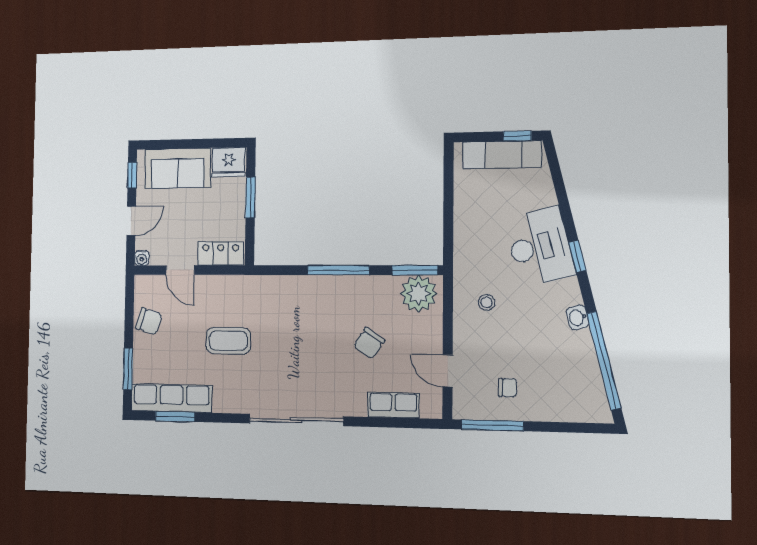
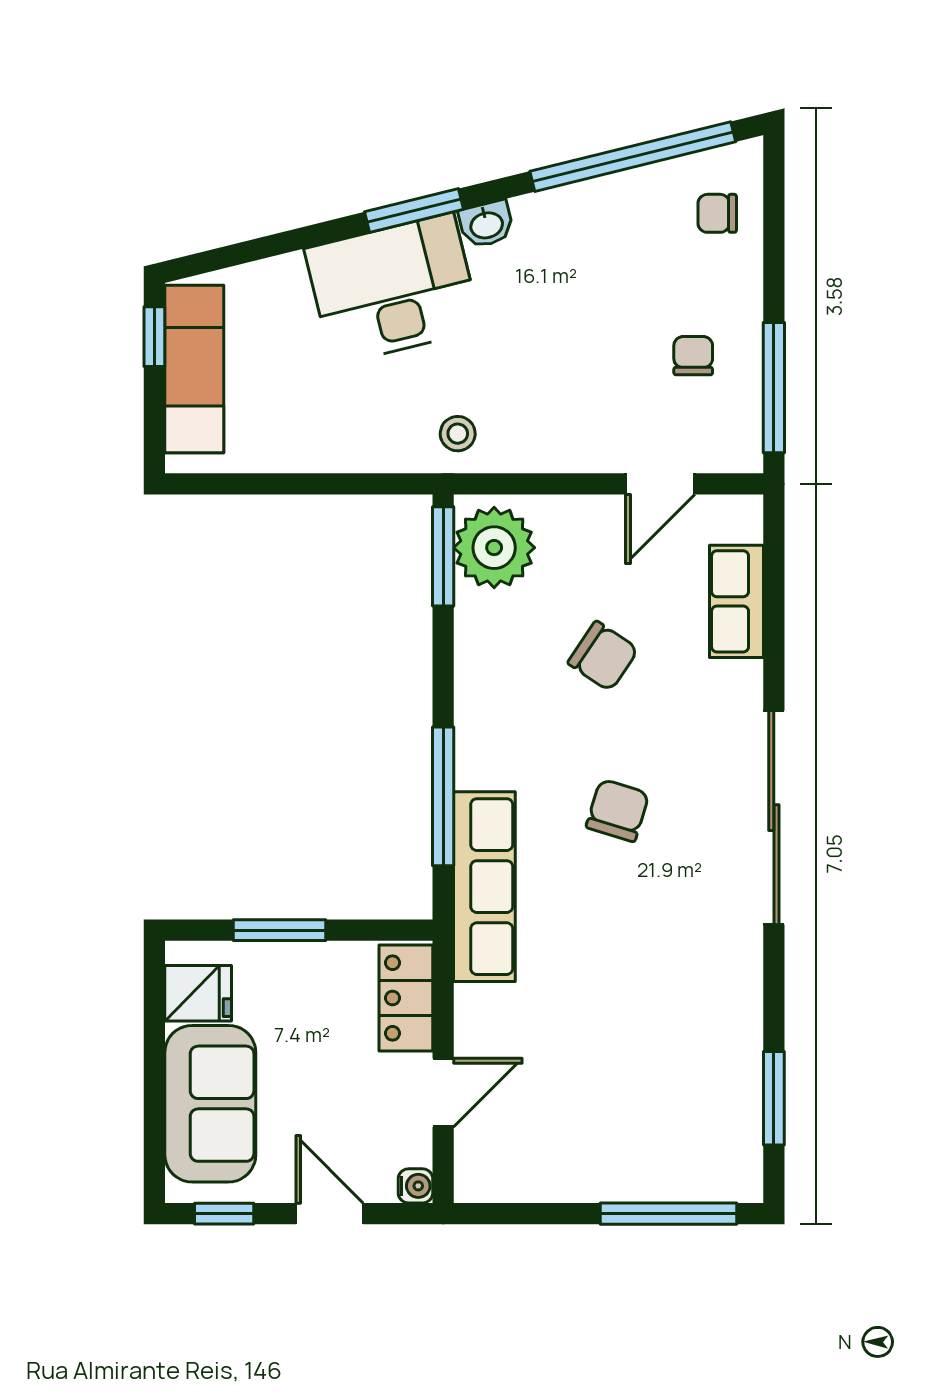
fridge: (229, 162) -> (198, 993), width x0.72
window: (577, 256) -> (414, 211), width x1.50
window: (338, 270) -> (443, 796), moved
stool: (486, 302) -> (458, 434), moved
washbasin: (578, 317) -> (486, 224), moved
chair: (149, 321) -> (618, 810), moved
coffee table: (228, 341) -> (602, 976), removed
window: (128, 369) -> (669, 1214), width x1.44
row of seats: (171, 398) -> (484, 887), moved, turned 180
chair: (576, 400) -> (717, 213), added

